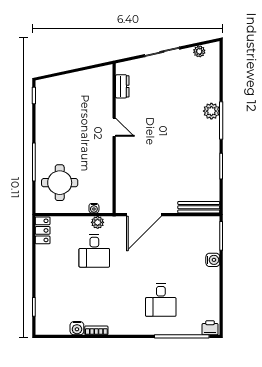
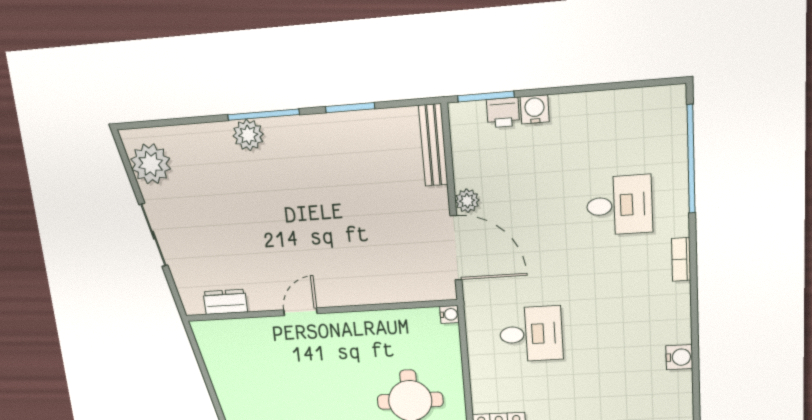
plant: (199, 51) -> (151, 164), width x1.88, depth x1.88
water cooler: (94, 208) -> (449, 314), moved
plant: (98, 222) -> (467, 201), moved
printer: (210, 328) -> (503, 113), moved, turned -90
bookcase: (96, 330) -> (681, 259), moved

